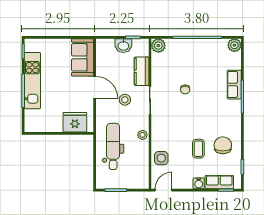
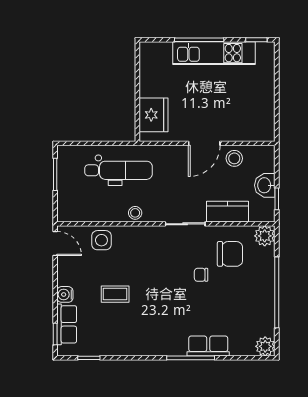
sofa: (82, 57) -> (248, 126), removed
stool: (125, 100) -> (234, 158), moved
chair: (223, 145) -> (230, 254), moved

